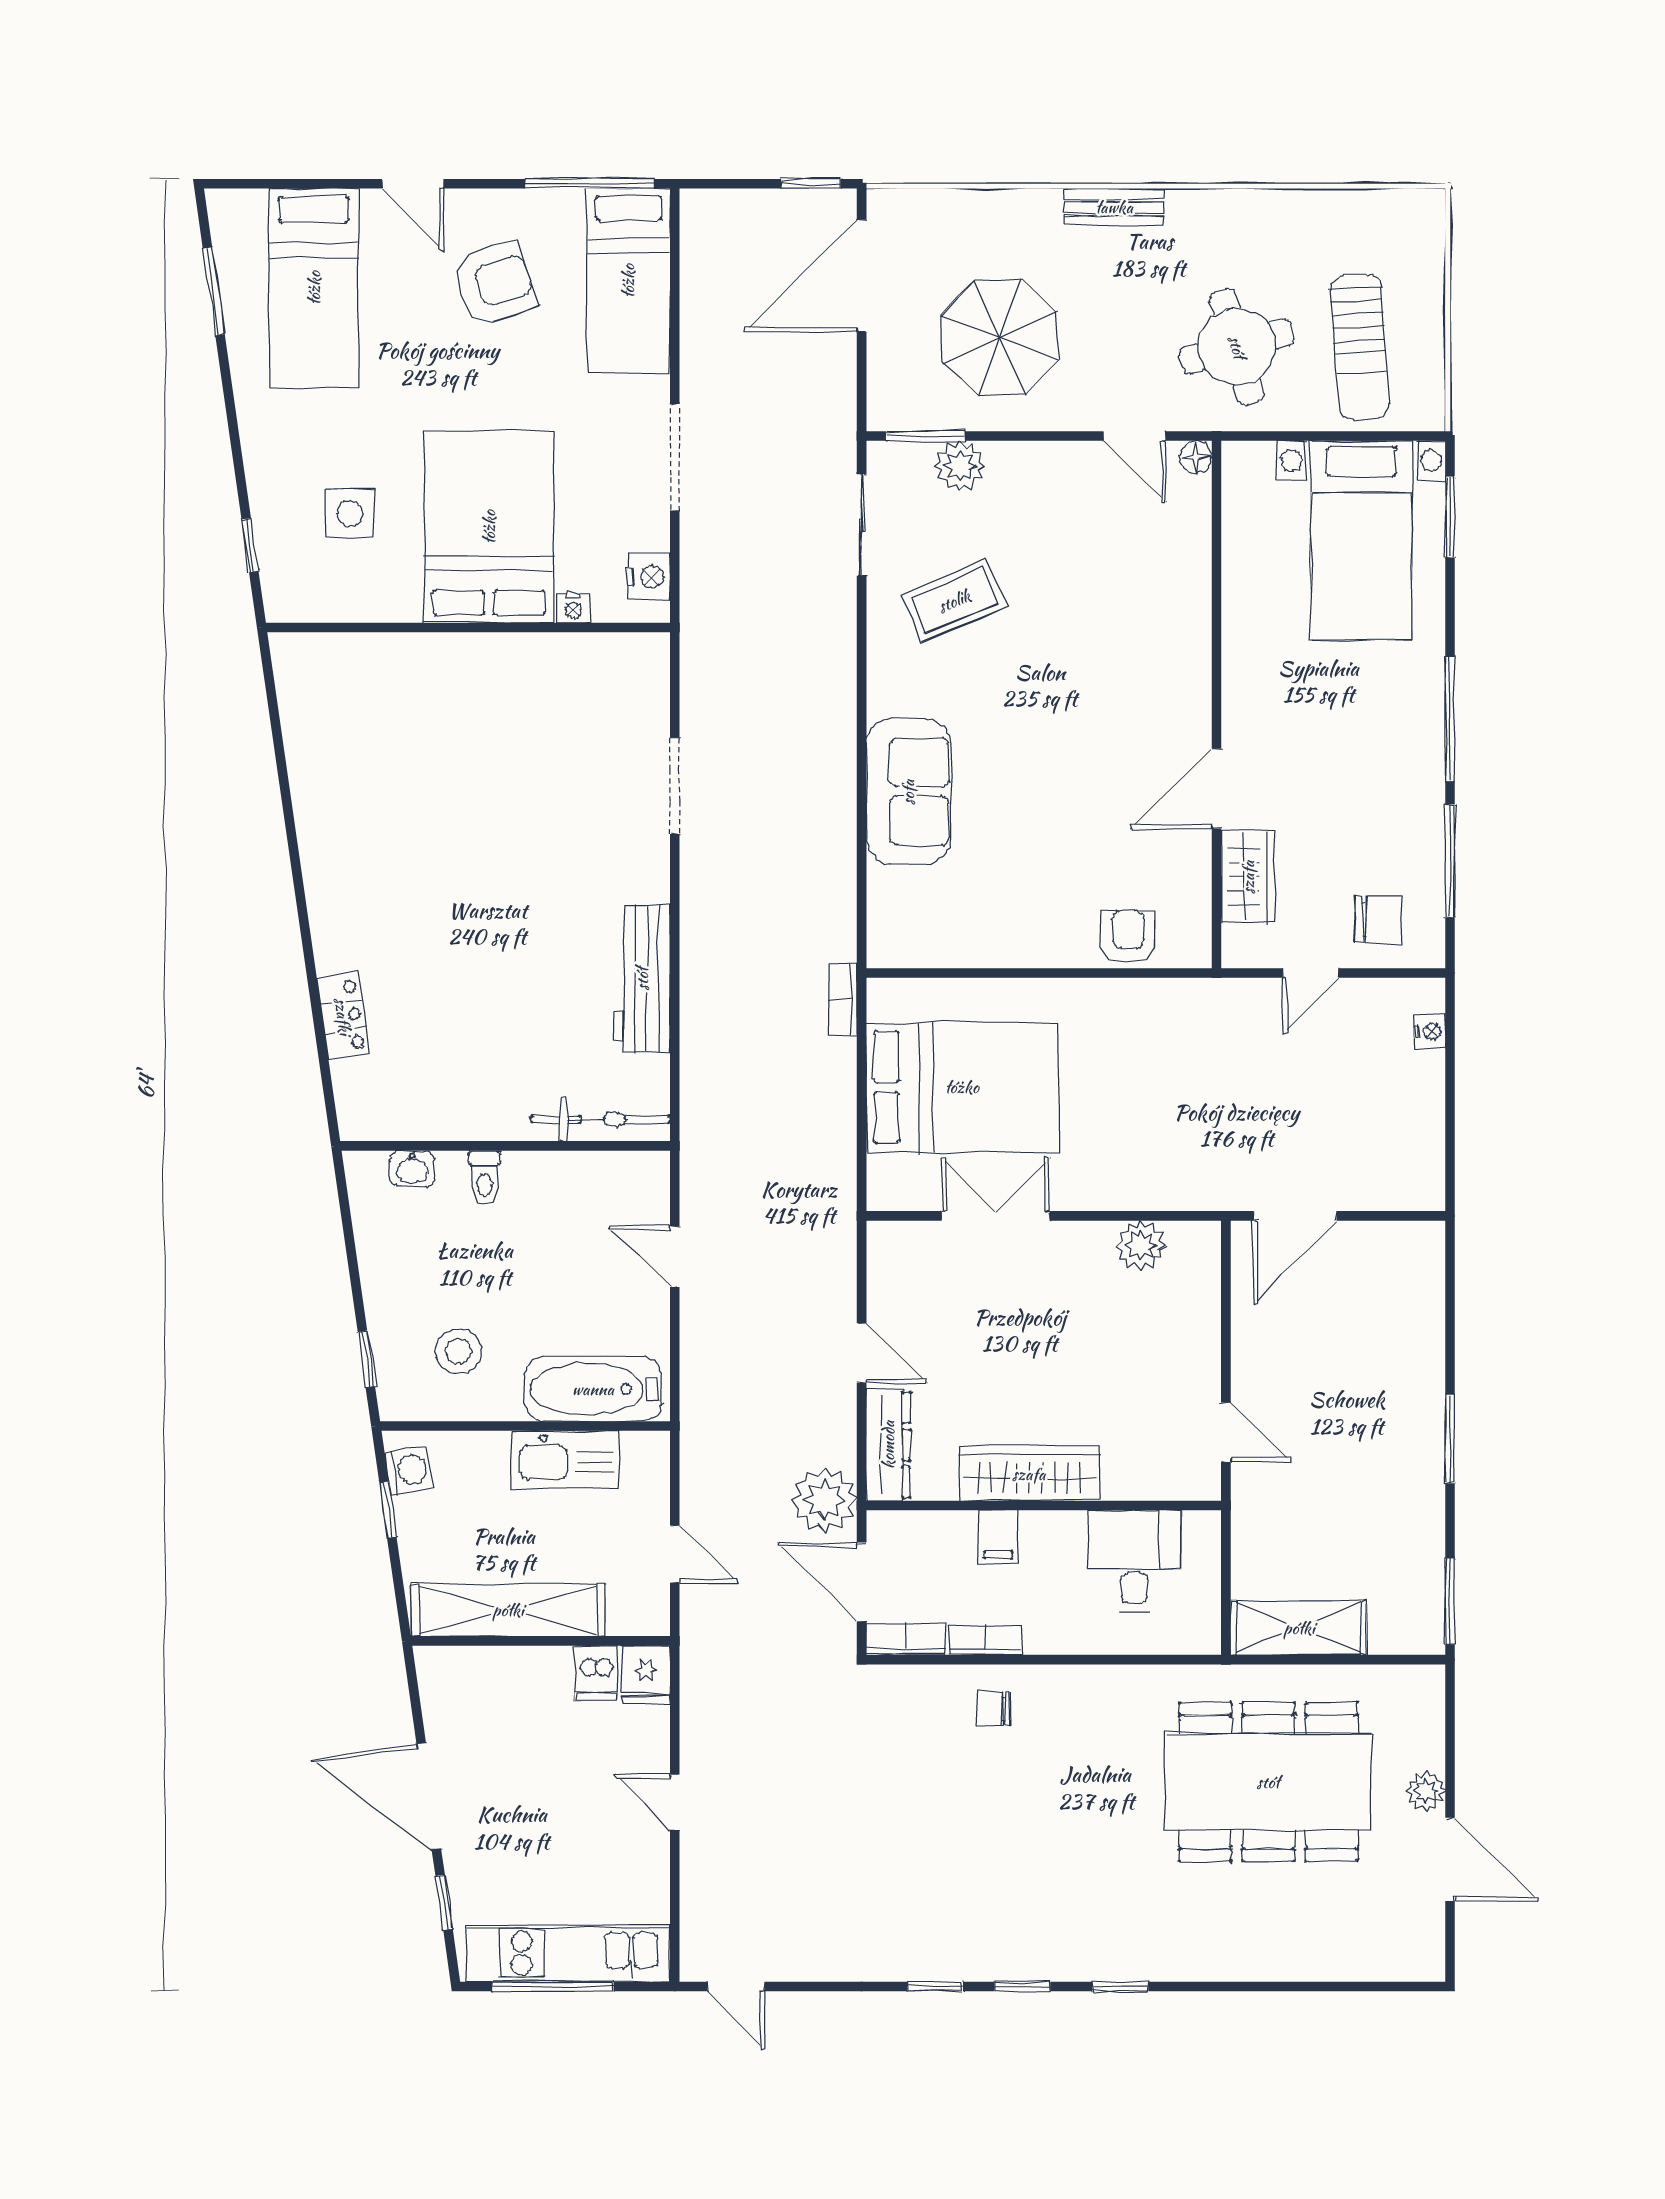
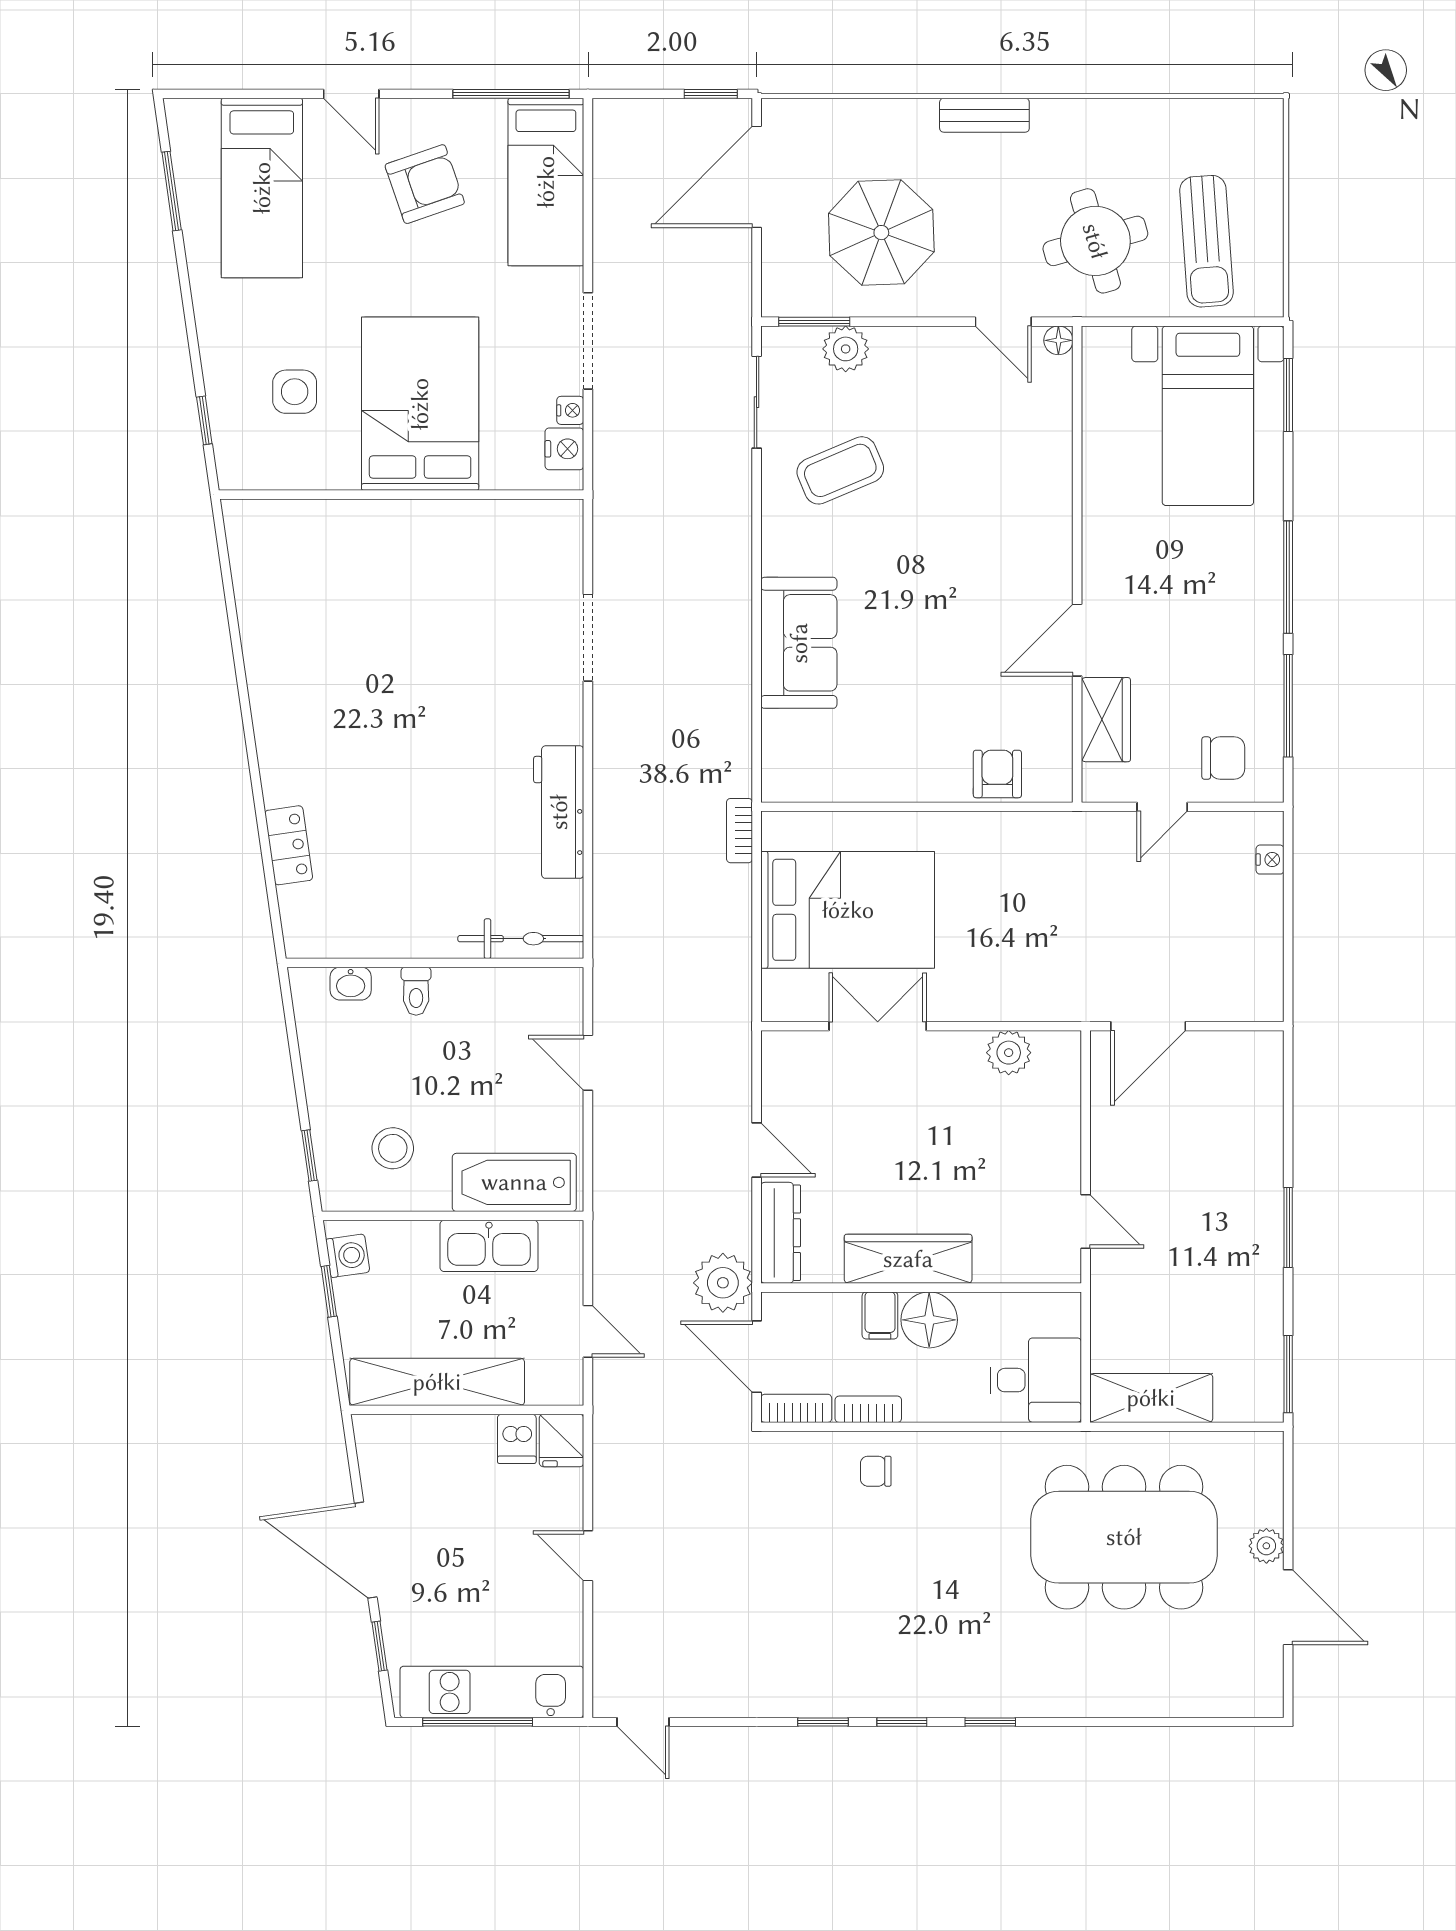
nightstand: (573, 608) -> (570, 410), moved, turned -90
floor lamp: (1053, 1541) -> (929, 1320), added
desk: (1134, 1561) -> (1036, 1380), moved, turned 90

